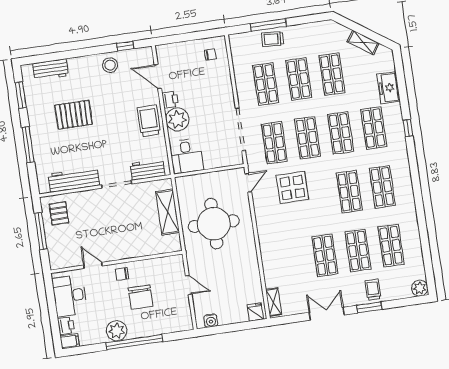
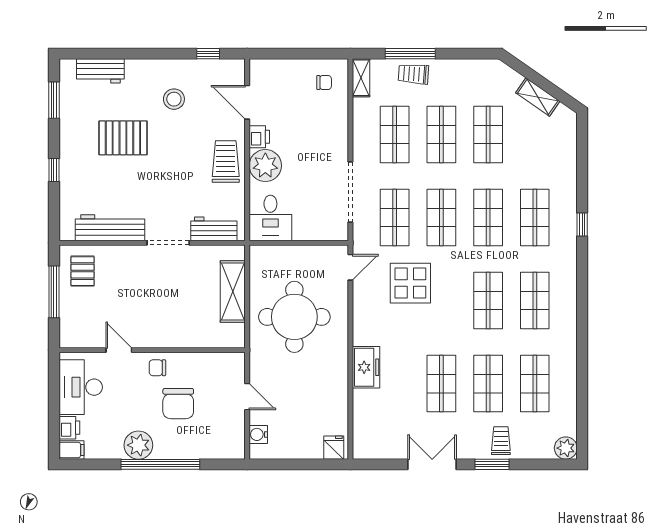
stool: (110, 65) -> (174, 99), moved
freezer: (388, 88) -> (366, 367), moved, turned 180
window: (28, 145) -> (54, 170), width x0.46
shelving: (274, 302) -> (361, 78), moved
water cooler: (211, 321) -> (258, 434), moved, turned 90

